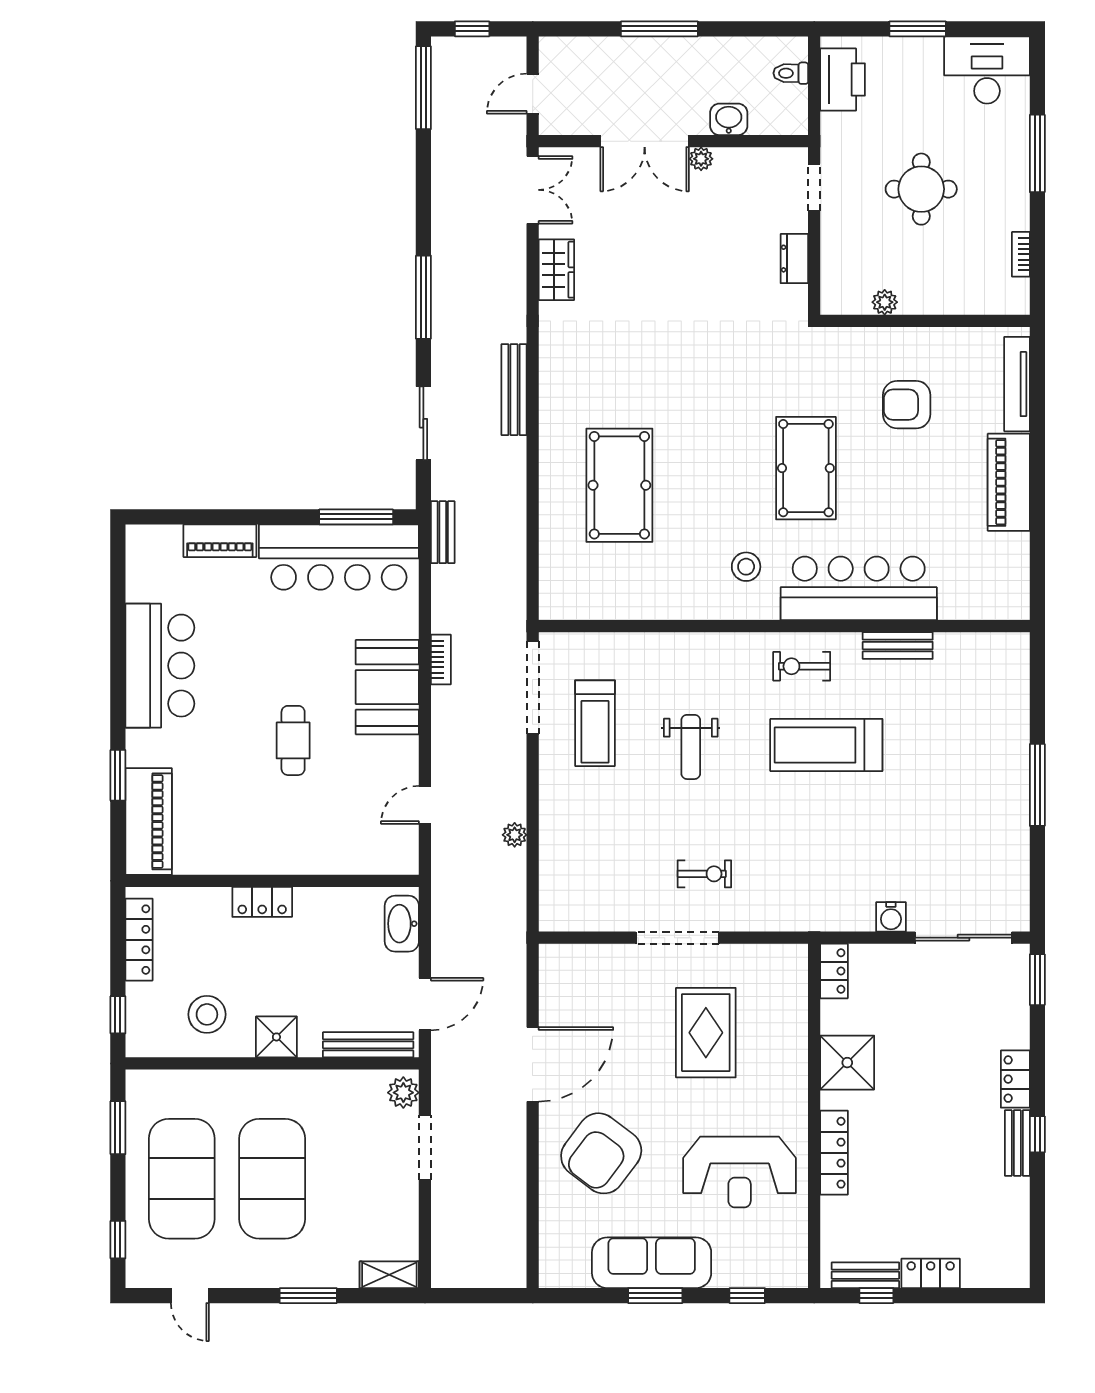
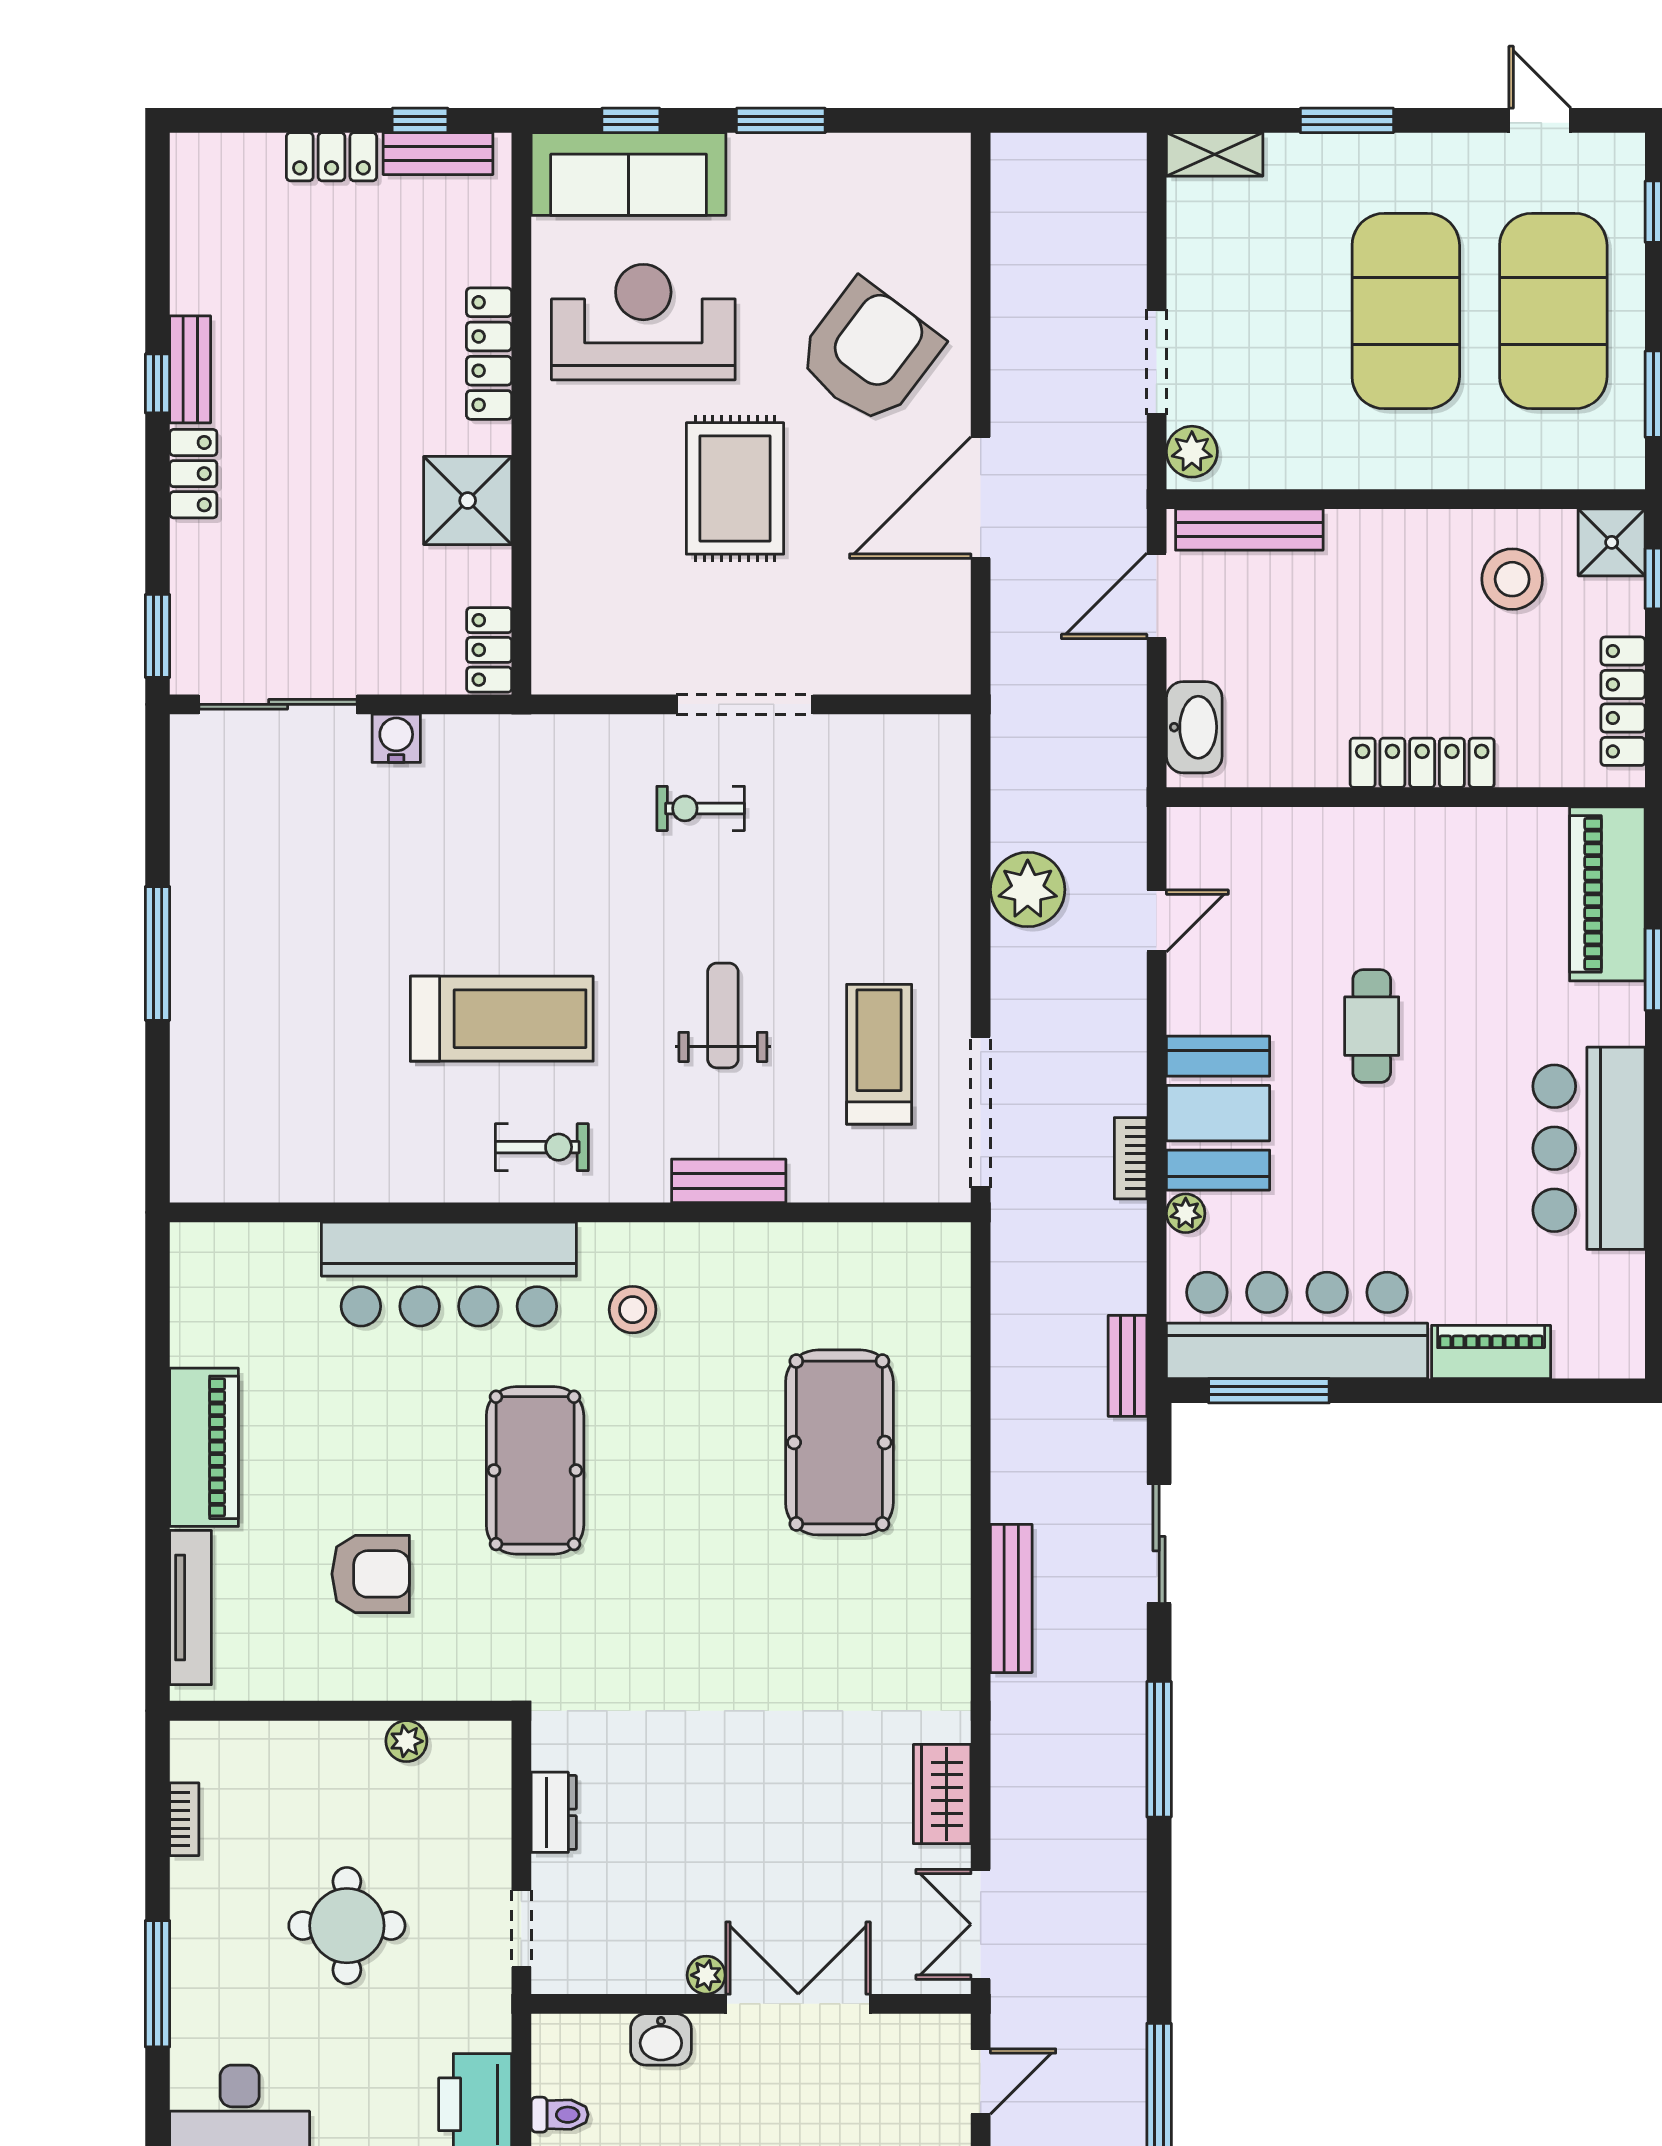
plant: (407, 626) -> (1186, 1213), added
bench: (898, 646) -> (729, 1181), moved
plant: (515, 835) -> (1028, 890), width x1.87, depth x1.87
locker: (262, 902) -> (1422, 763), width x1.53
rug: (706, 1033) -> (735, 488), moved
shower: (276, 1037) -> (1612, 542), moved
sofa: (652, 1263) -> (629, 174), moved

